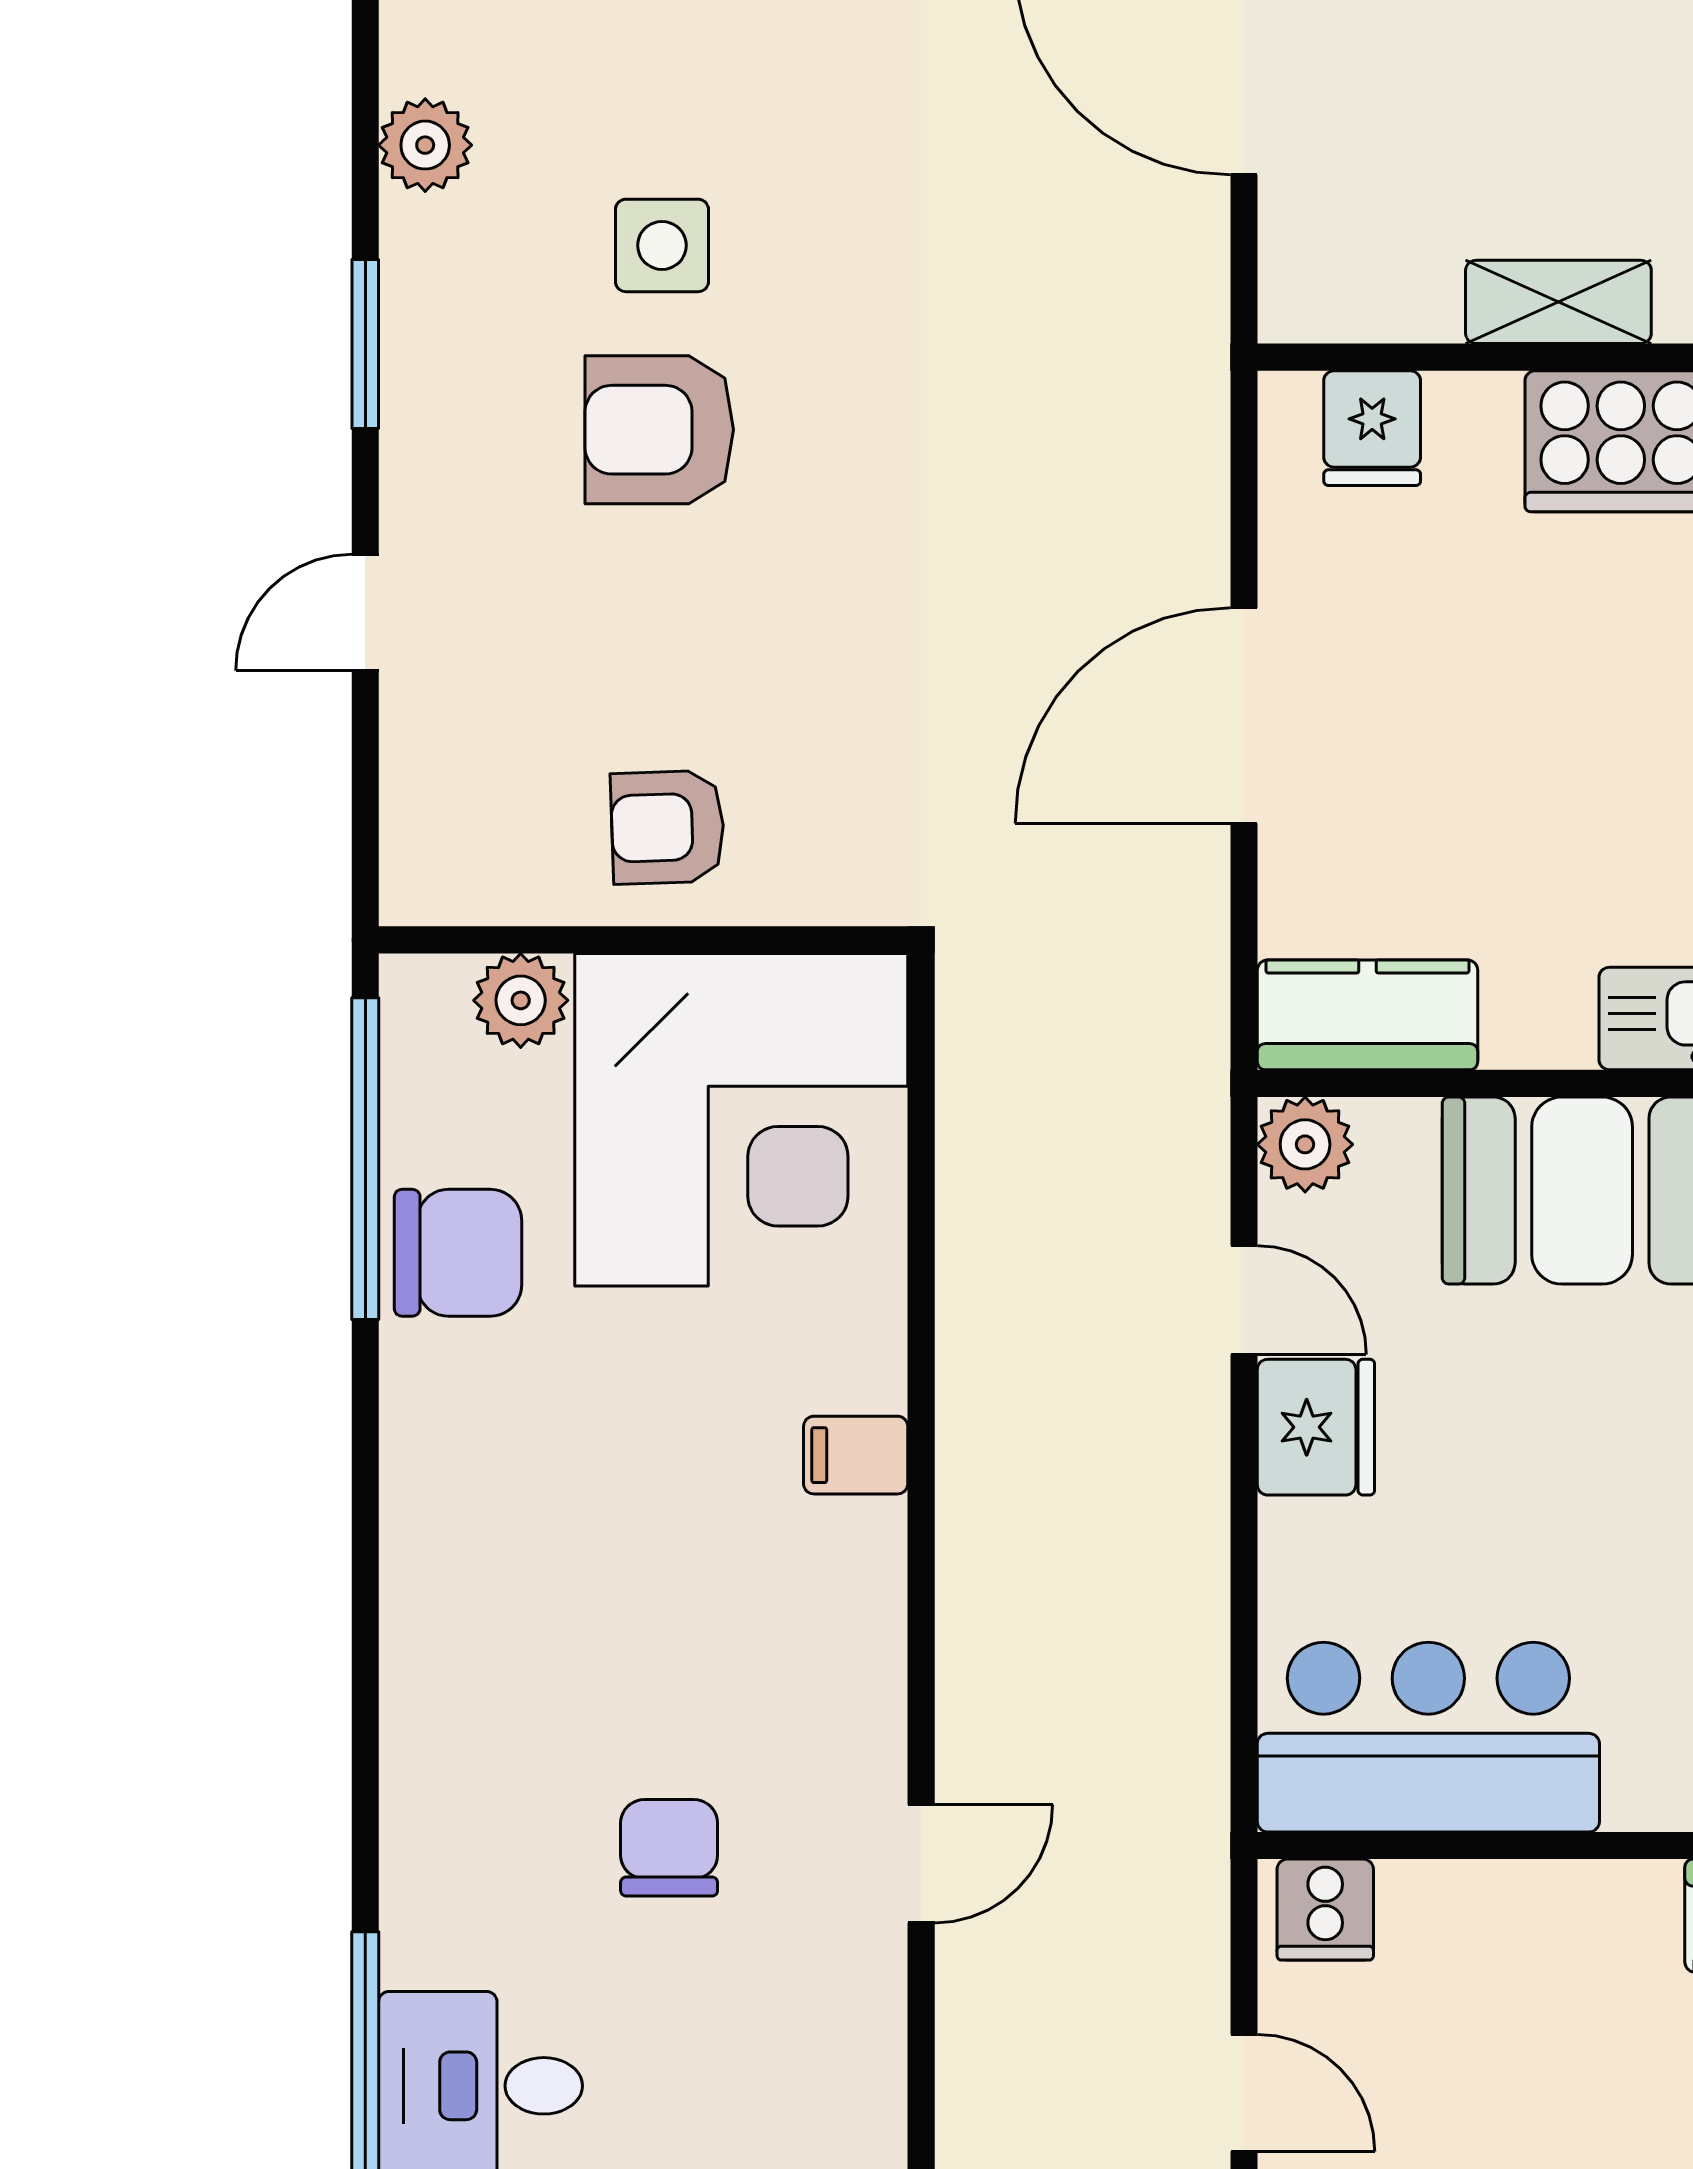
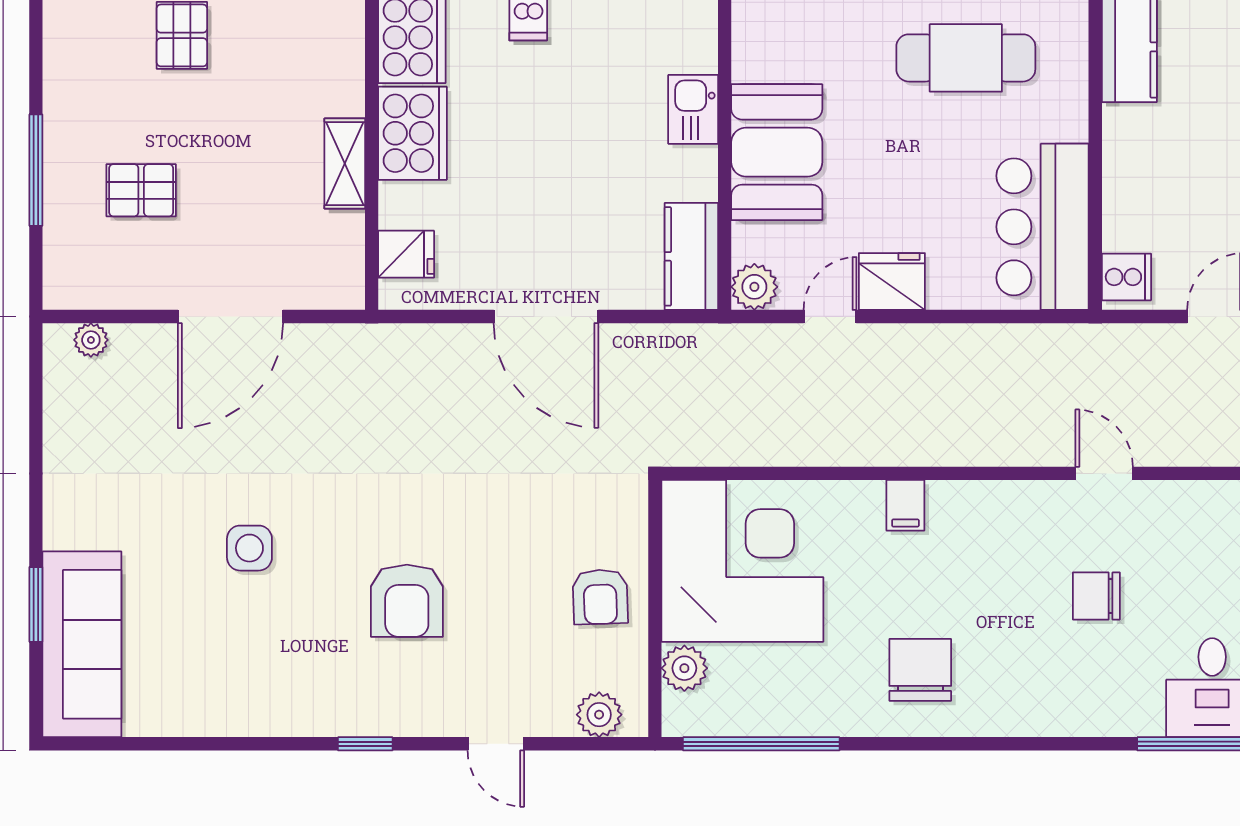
plant: (425, 145) -> (599, 715), moved
side table: (662, 245) -> (249, 548), moved
window: (365, 344) -> (365, 744), width x0.67
chair: (458, 1253) -> (920, 670), moved

